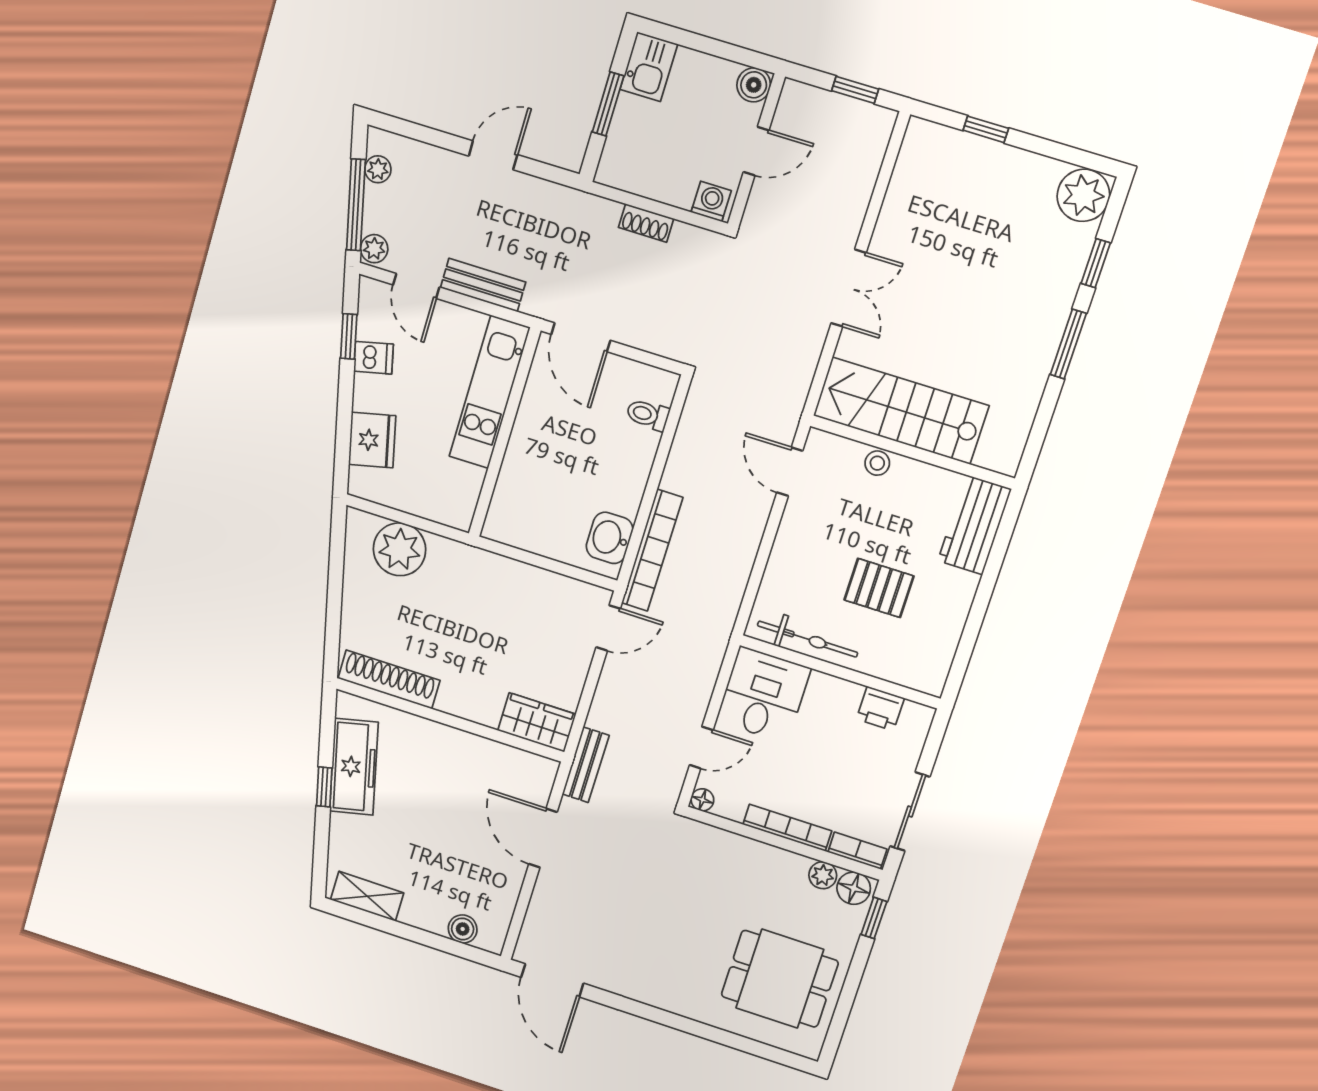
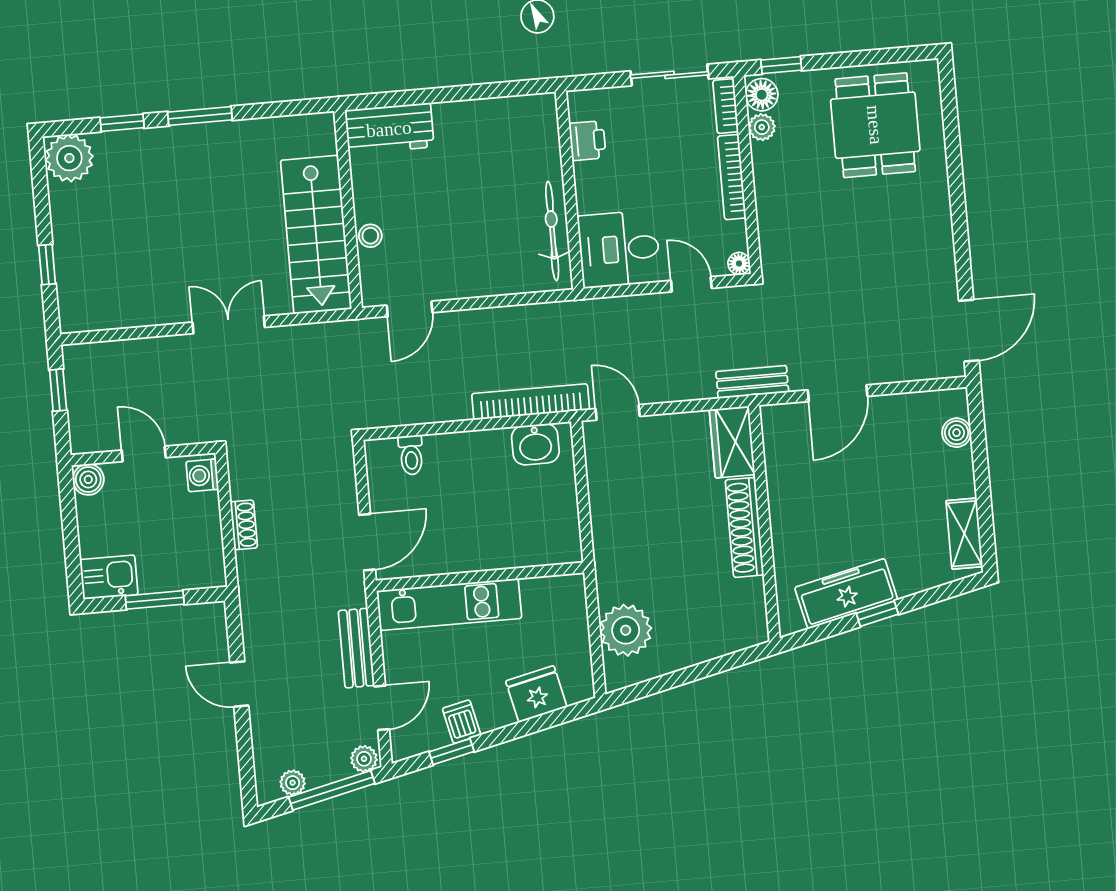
pallet: (879, 588) -> (480, 188), removed
shoe rack: (389, 679) -> (744, 527), moved

